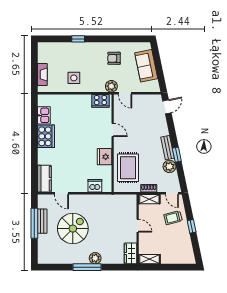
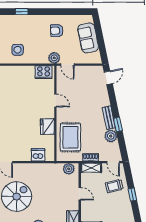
plant: (126, 200) -> (69, 169), added

